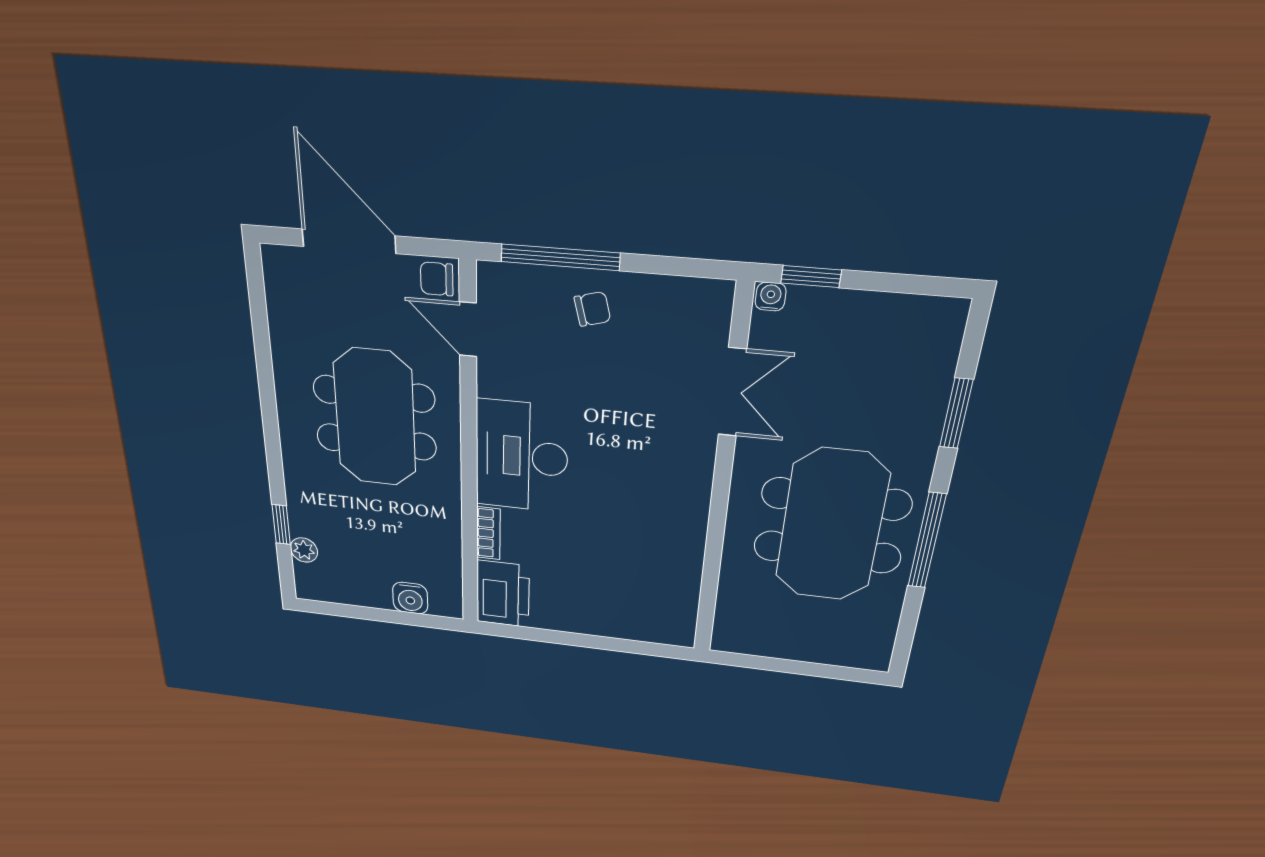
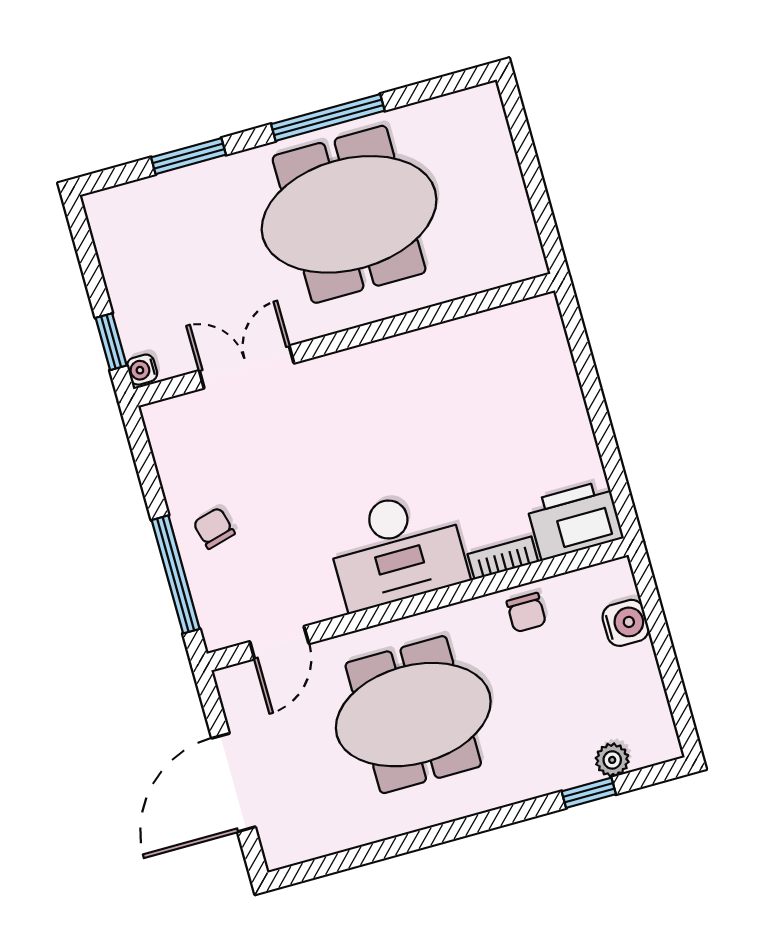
chair: (437, 279) -> (526, 613), moved

